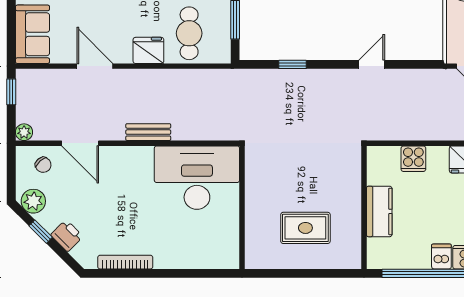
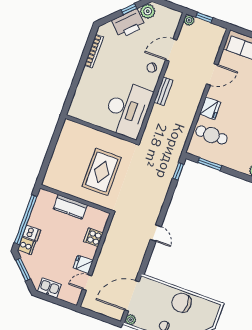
window: (292, 64) -> (178, 171), moved
window: (11, 92) -> (204, 17), moved
chair: (43, 165) -> (152, 68), moved
rug: (305, 228) -> (102, 172), moved, width x1.36, depth x1.43
printer: (67, 236) -> (128, 23), width x1.87, depth x1.48

